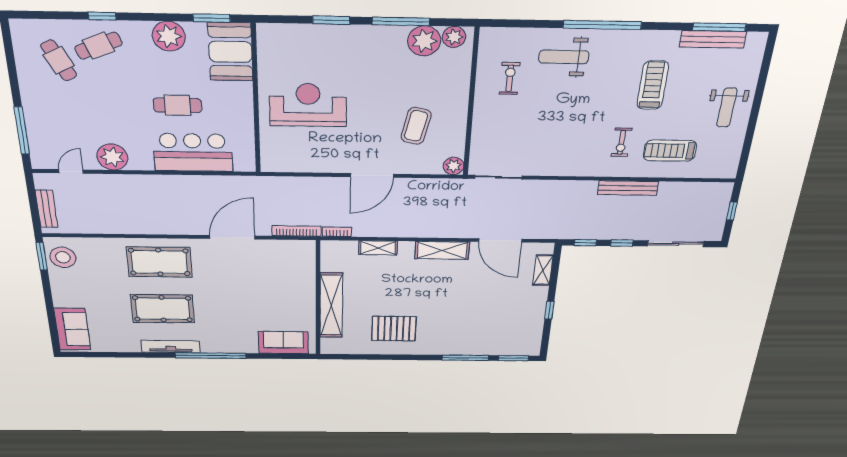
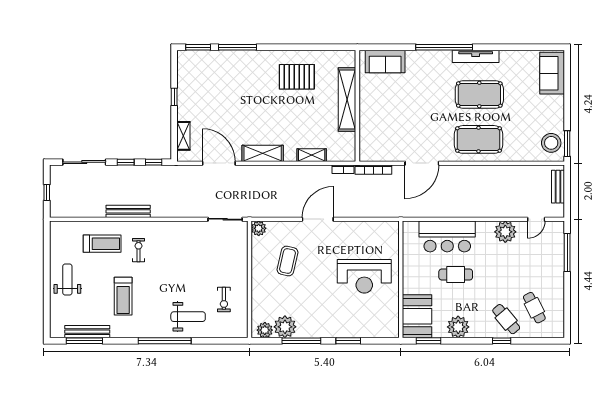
cafe table: (98, 46) -> (506, 319), turned 72

